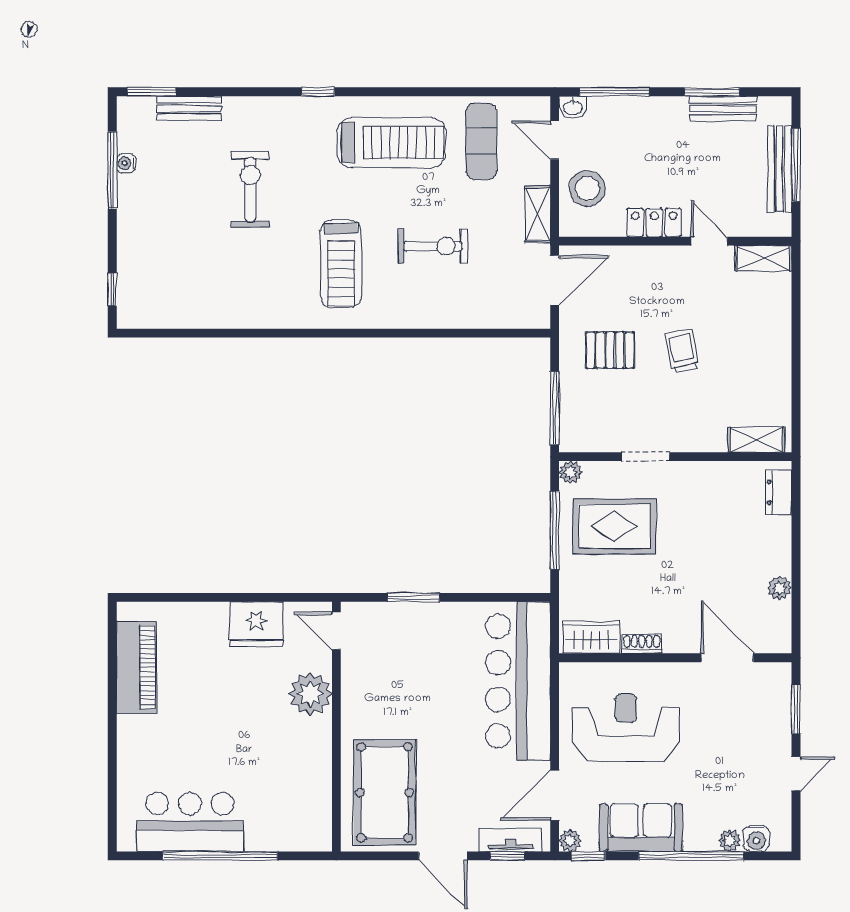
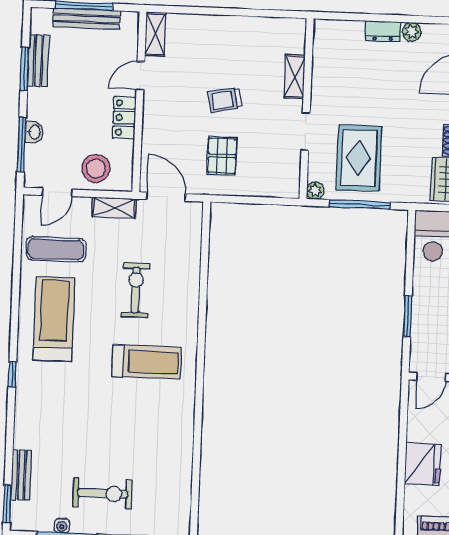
washbasin: (573, 107) -> (34, 132), moved
exercise bike: (250, 189) -> (103, 493), moved, turned 180
window: (555, 408) -> (265, 201), removed
shelving: (756, 440) -> (295, 77), moved
dresser: (779, 492) -> (383, 31), moved
fridge: (256, 624) -> (422, 464), moved

